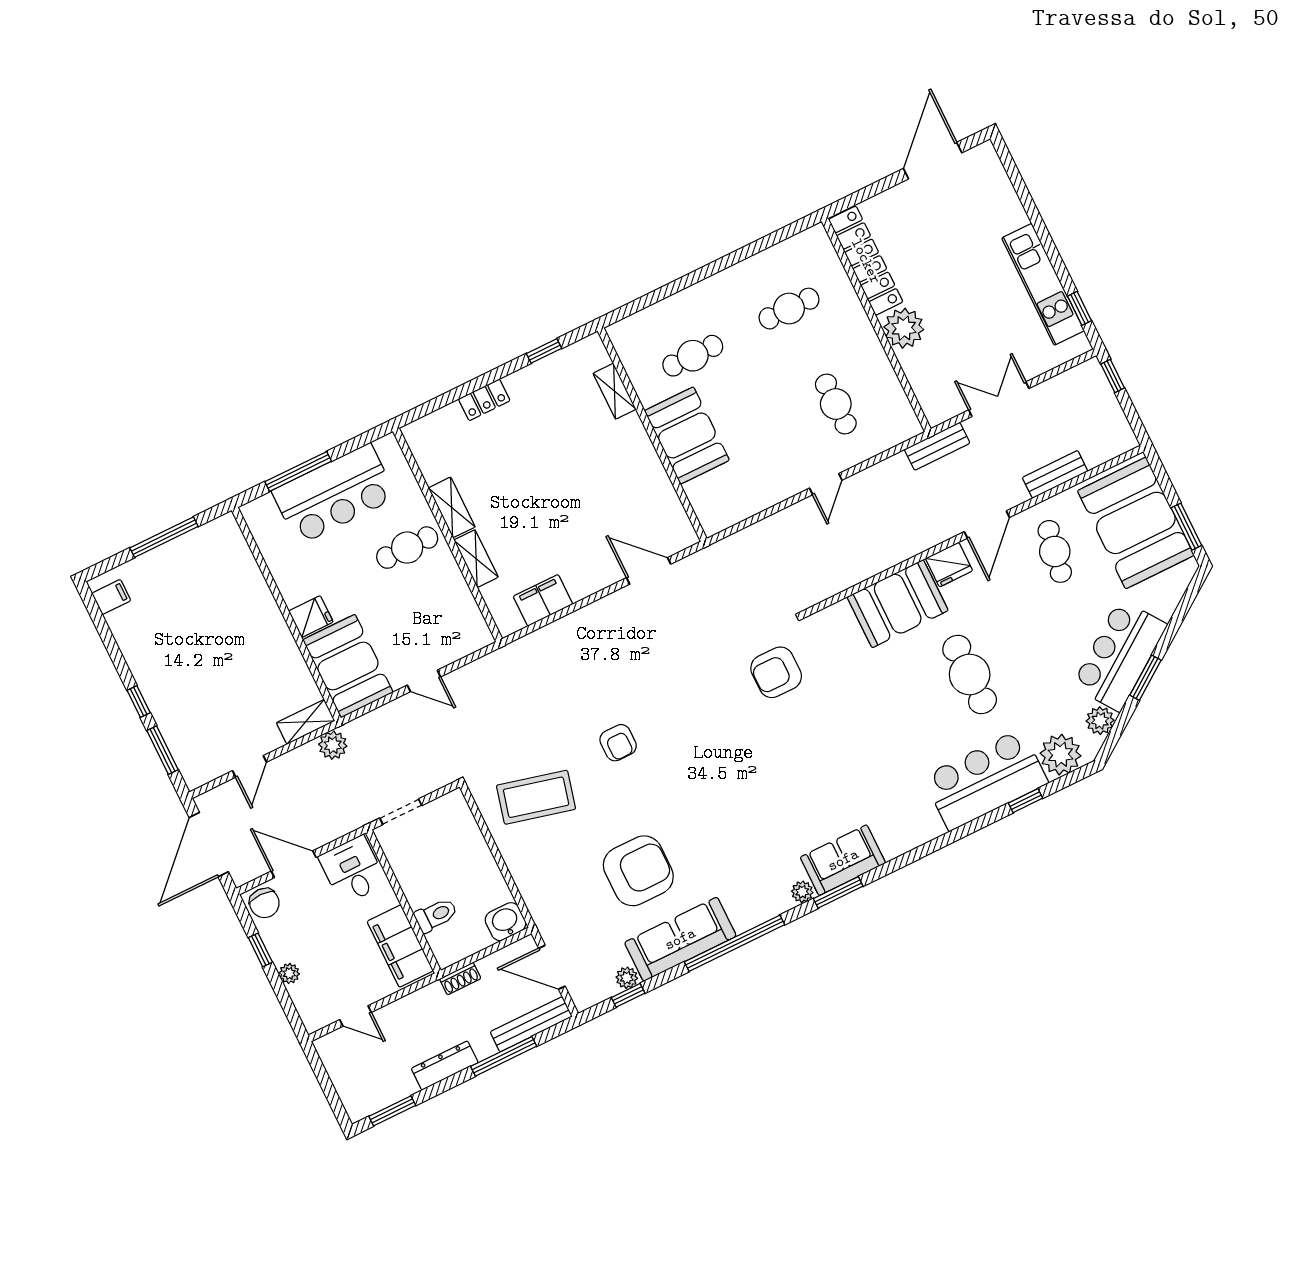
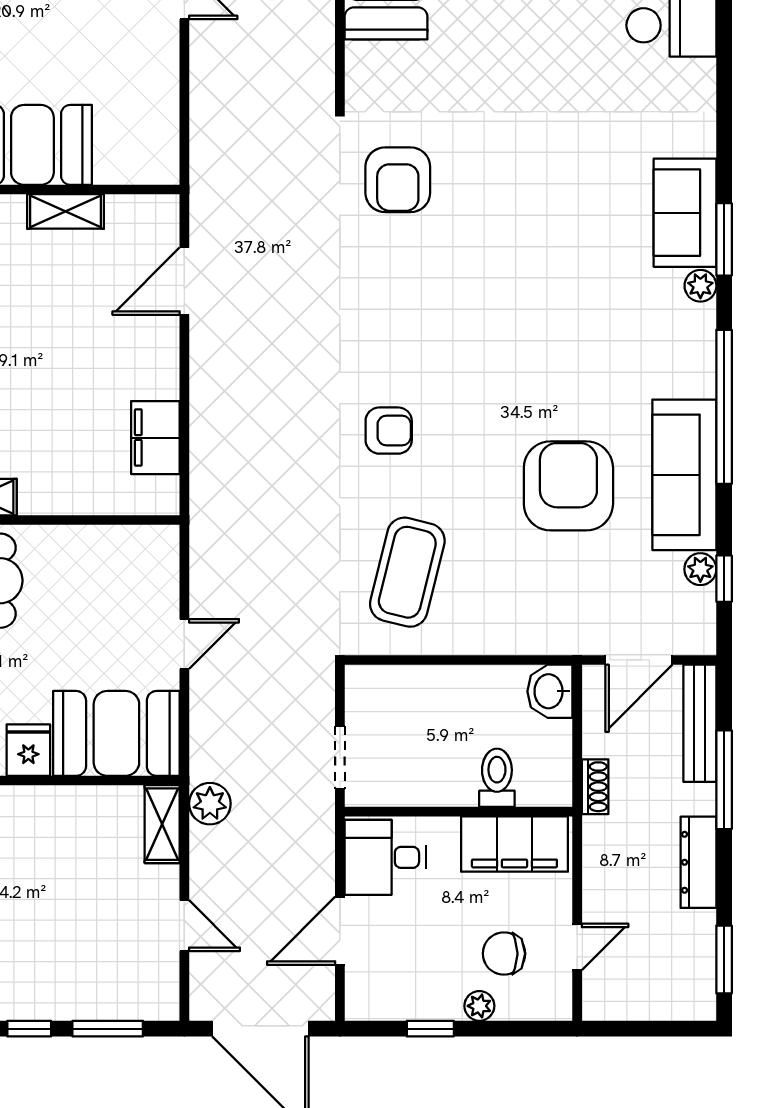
shelving: (476, 559) -> (65, 211), moved
chair: (264, 903) -> (504, 954), moved, turned 180

